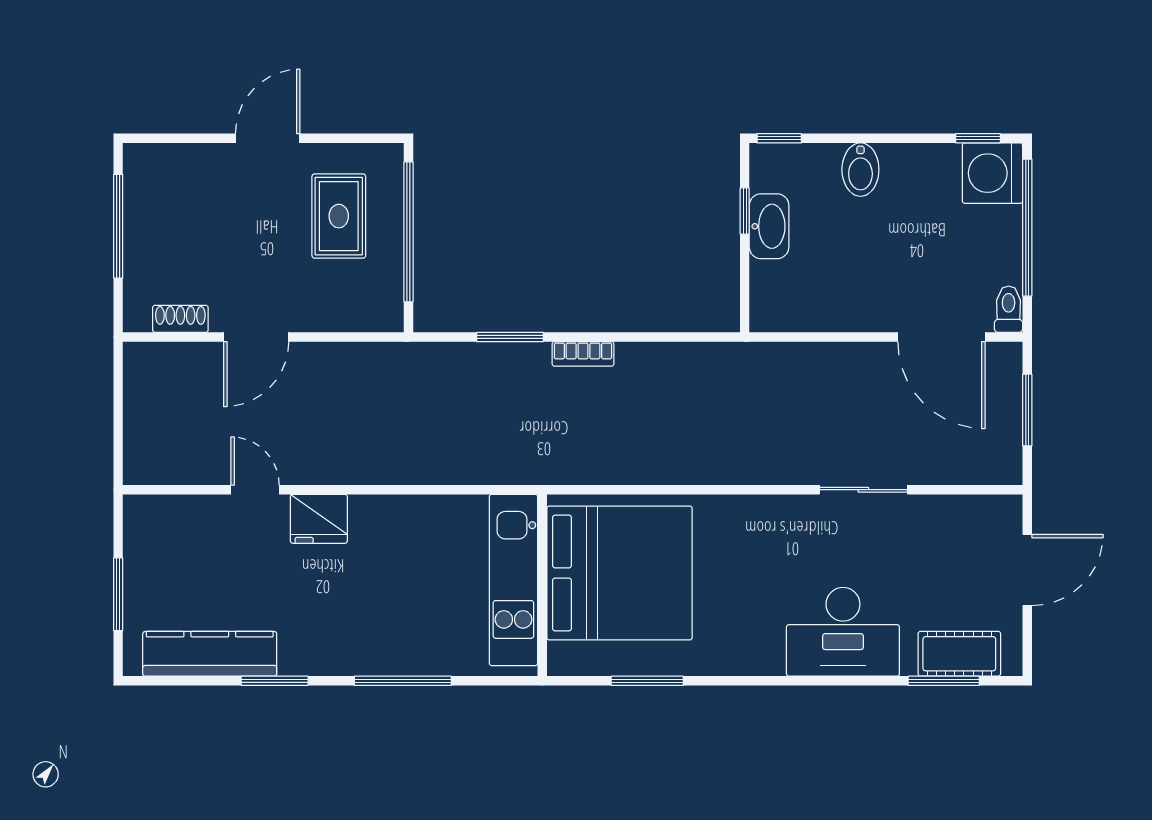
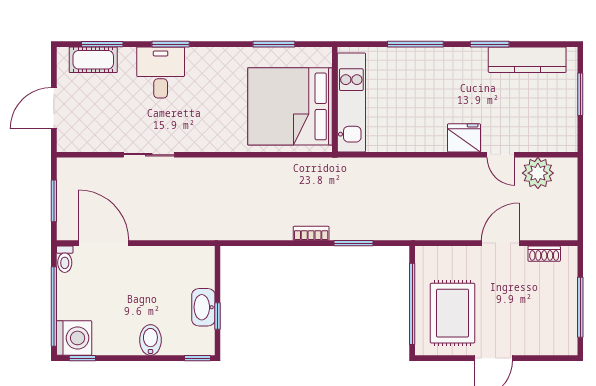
rug: (339, 216) -> (452, 313), width x1.36, depth x1.43
plant: (191, 458) -> (538, 173), added
desk: (843, 632) -> (161, 72), width x0.73
window: (826, 681) -> (171, 44), added

